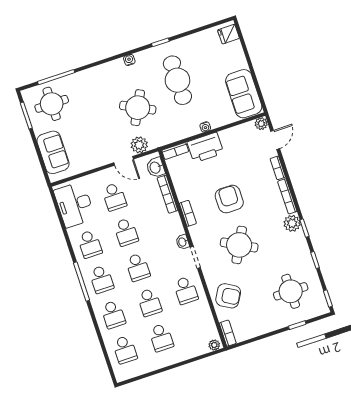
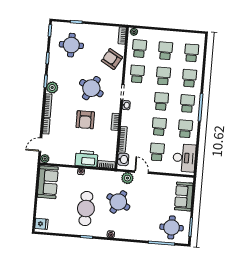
school desk: (197, 325) -> (139, 49), added

